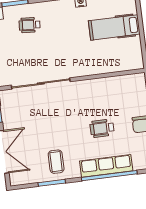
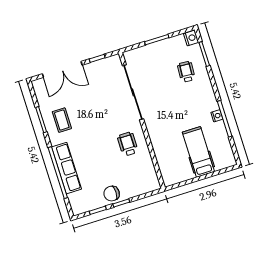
wheelchair: (102, 128) -> (128, 144), moved
coffee table: (56, 162) -> (62, 120), turned 90

